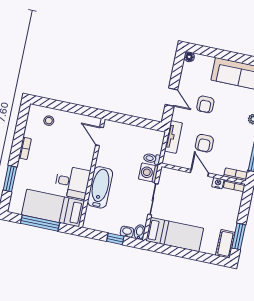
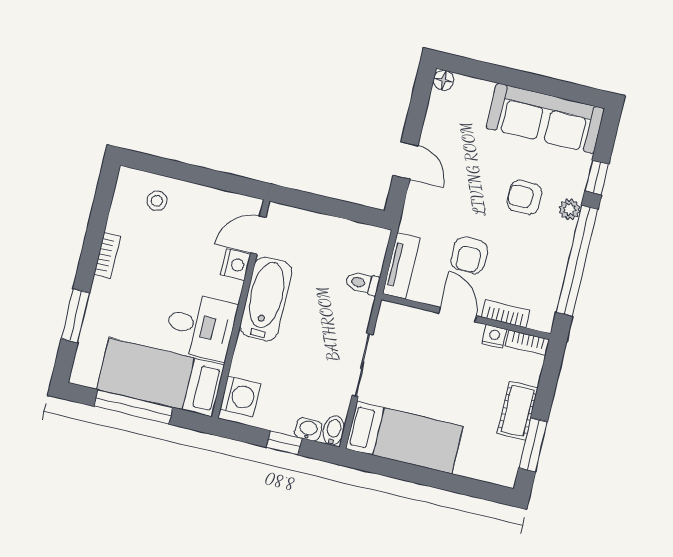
armchair: (205, 104) -> (524, 197), moved, turned 90
door: (100, 136) -> (258, 235), hinge flipped
tv unit: (173, 137) -> (401, 266), moved
nightstand: (89, 151) -> (236, 265), added
washing machine: (148, 173) -> (240, 396), moved, turned 180
bookcase: (236, 174) -> (506, 314), moved
bathtub: (100, 187) -> (266, 299), moved
cot: (225, 244) -> (518, 411), moved

